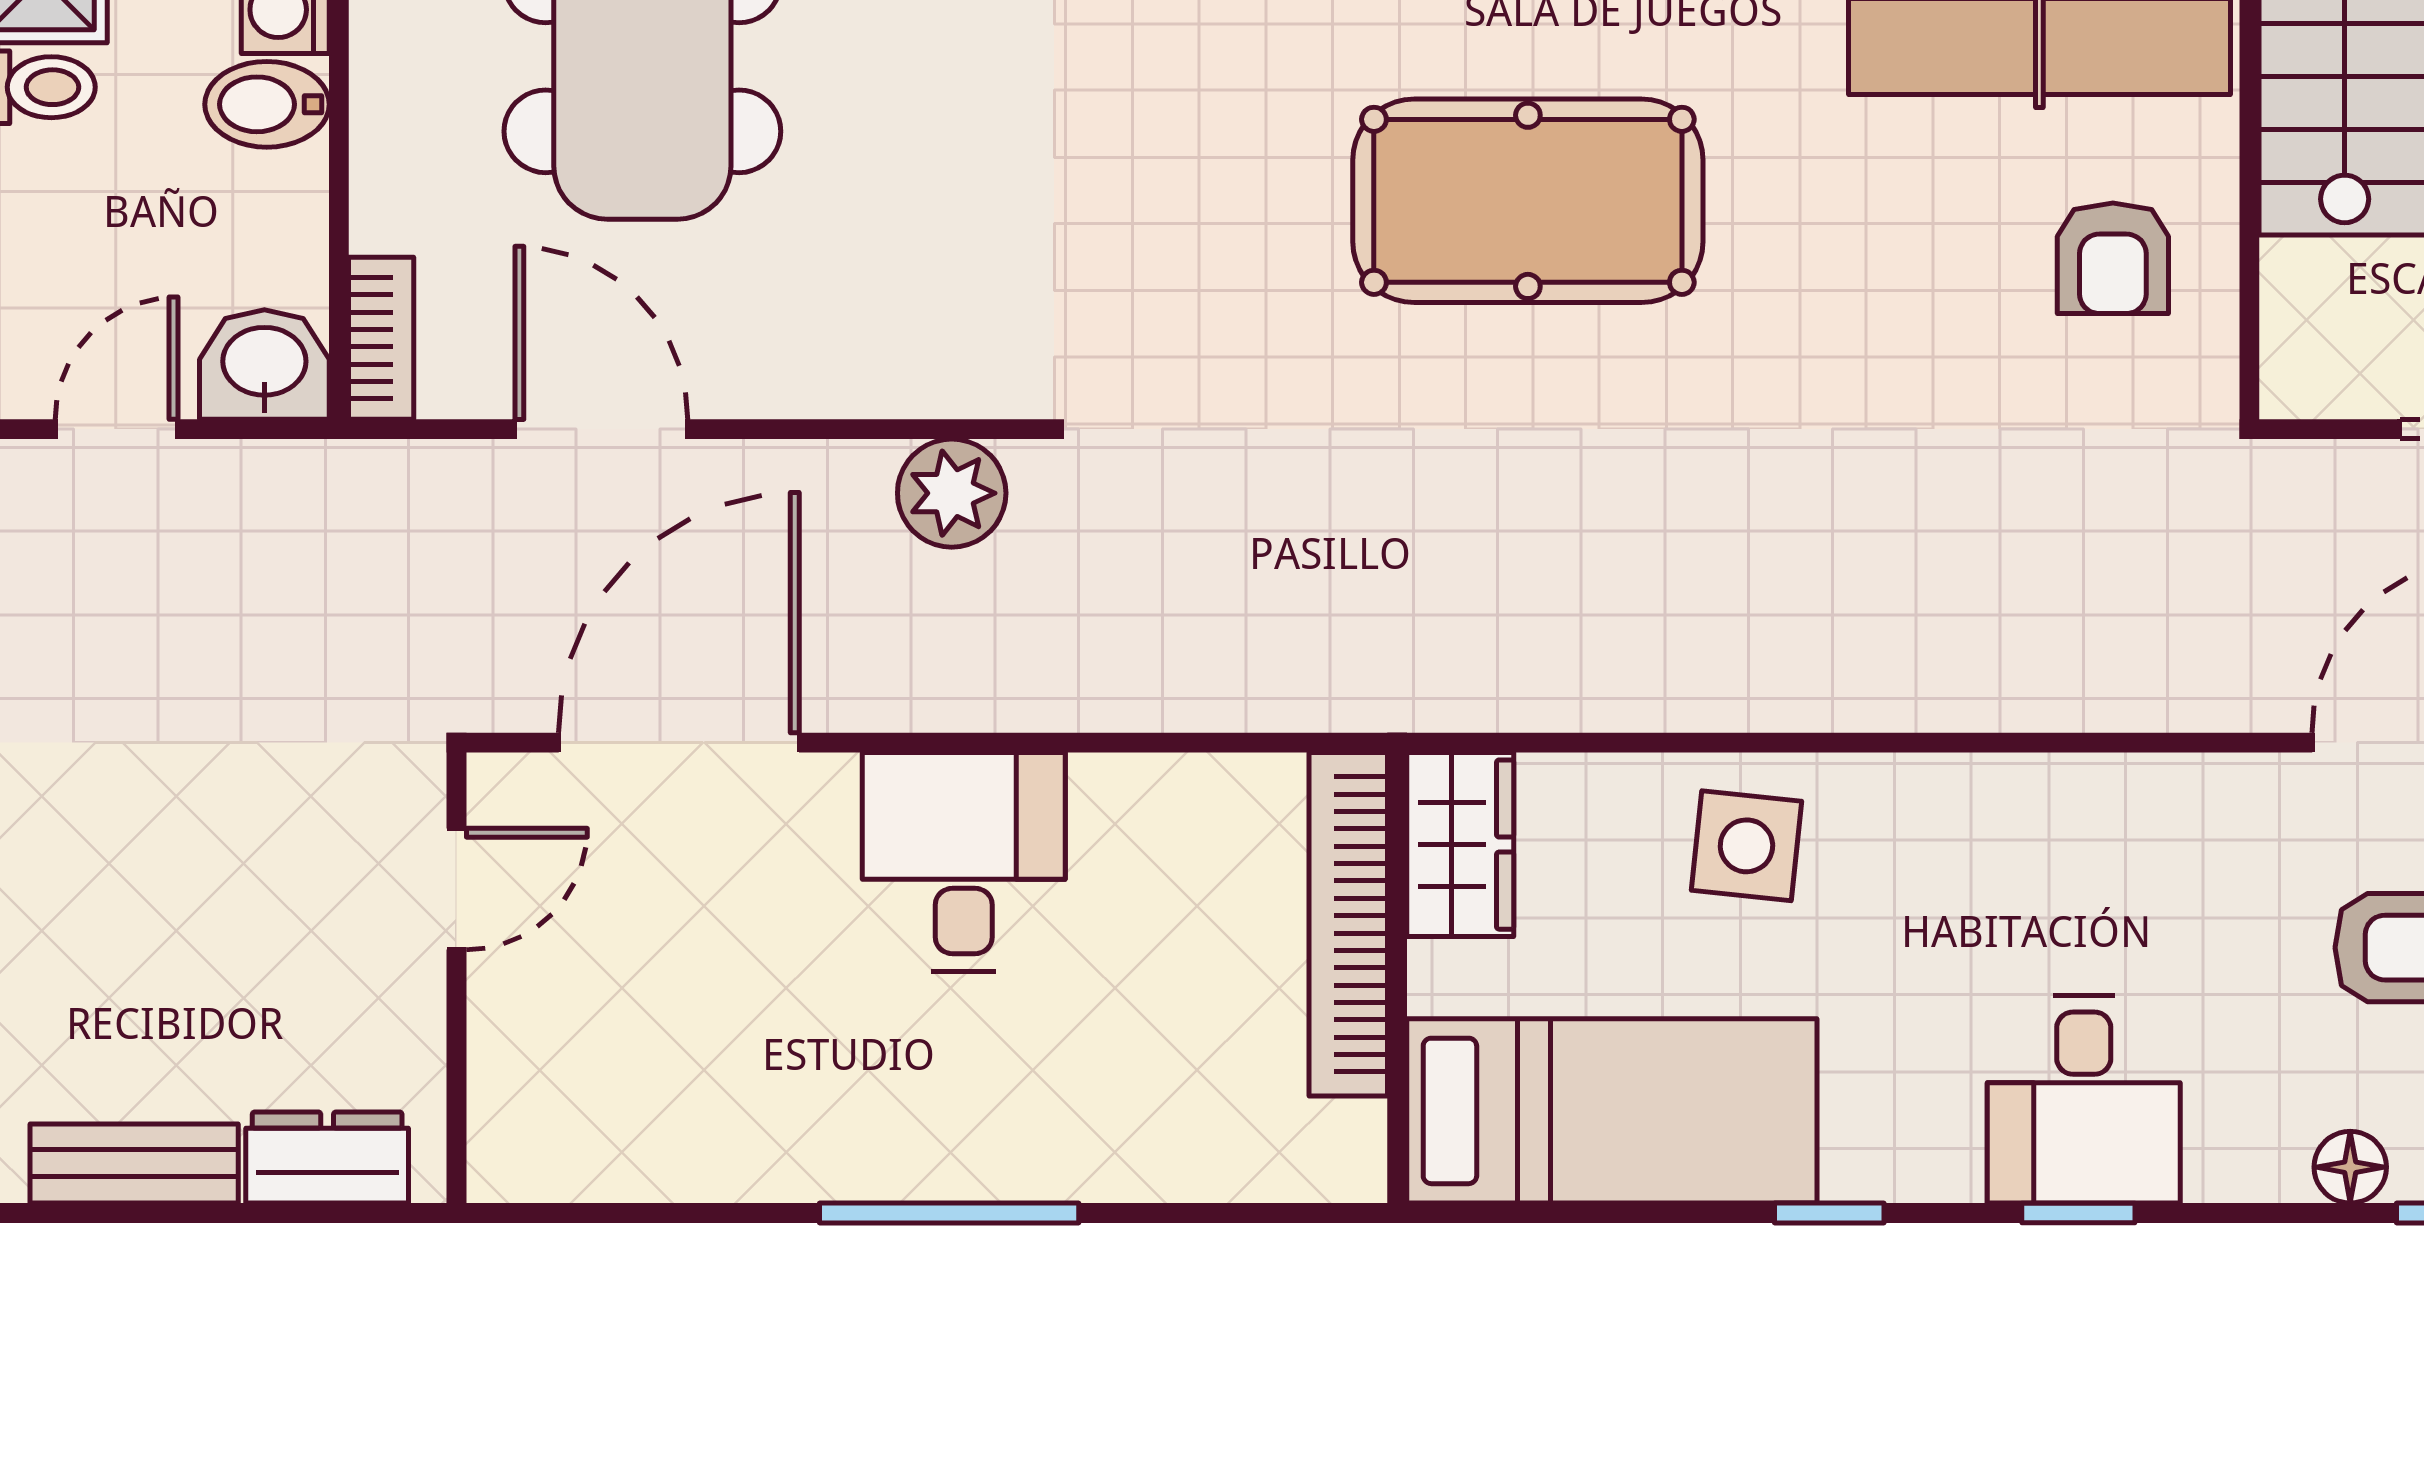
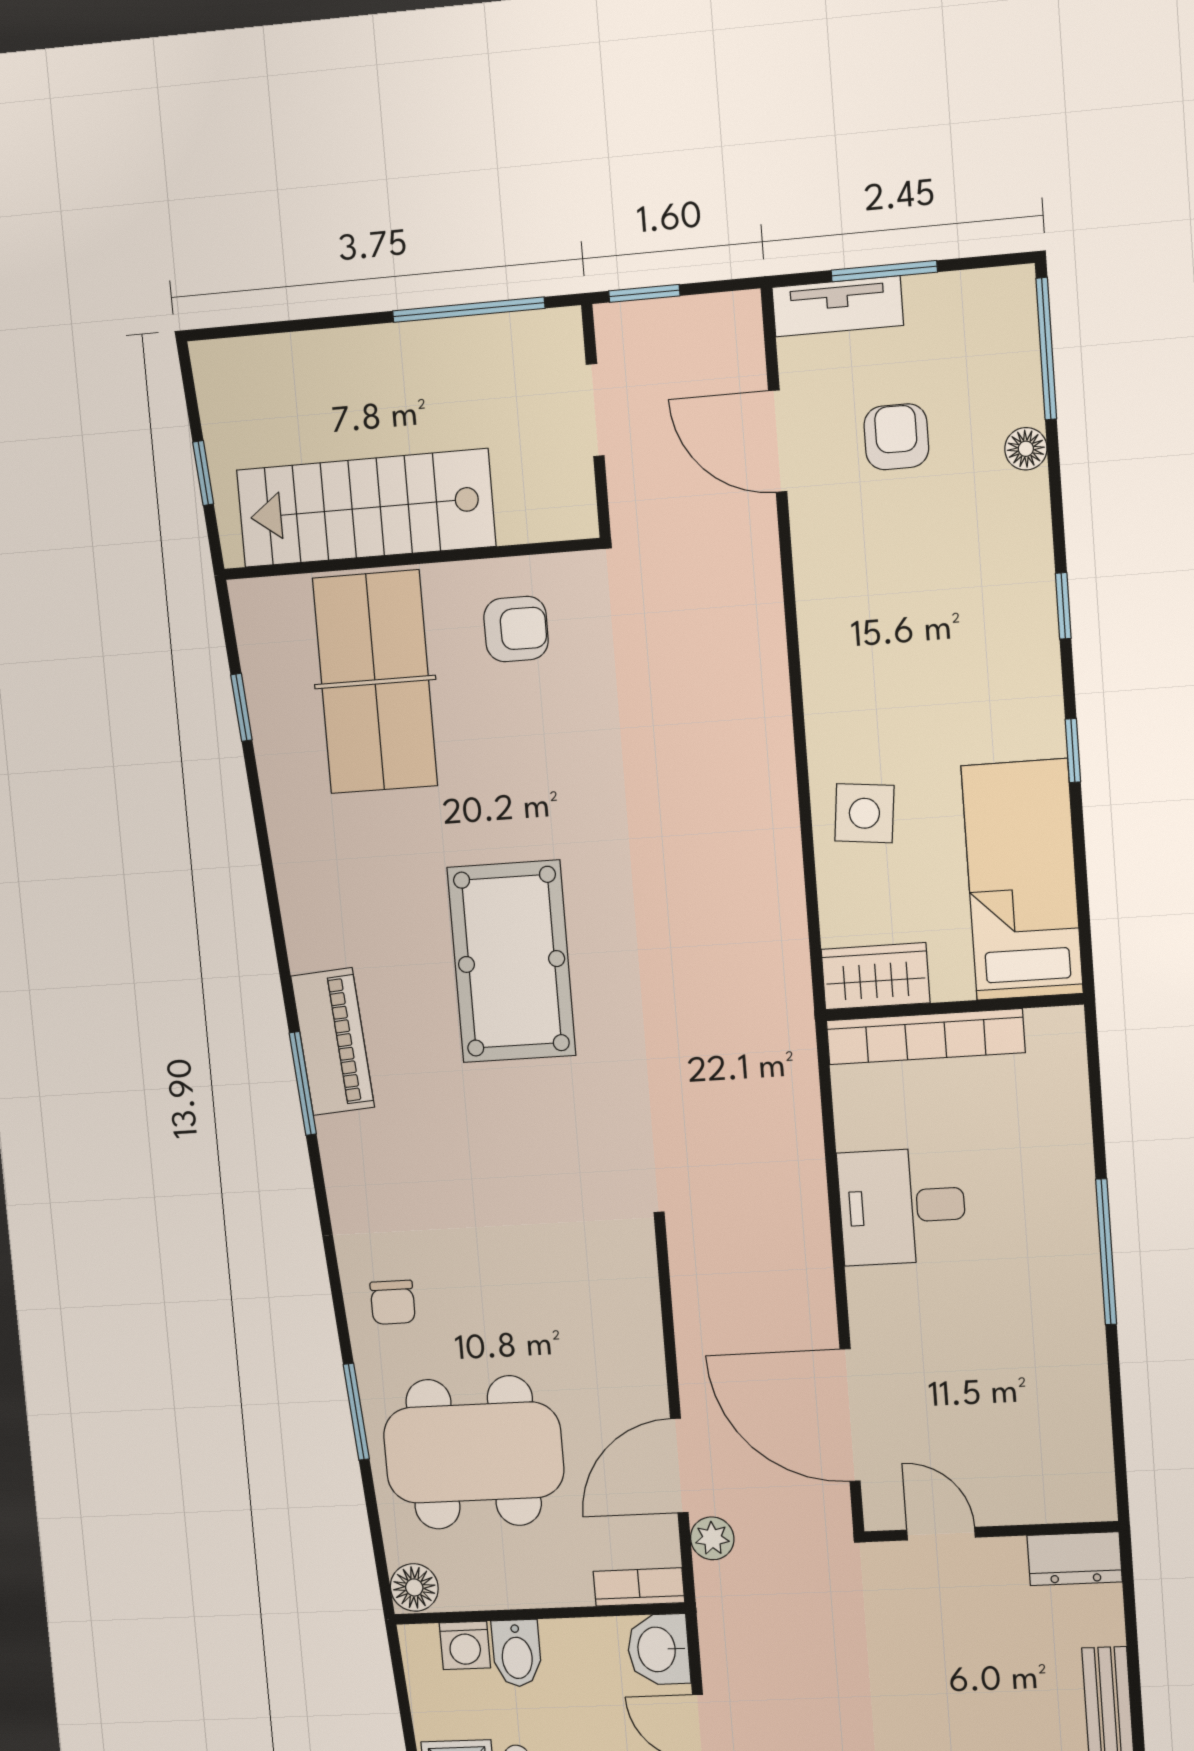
plant: (952, 493) -> (712, 1538), moved, width x0.73, depth x0.73
desk: (964, 862) -> (902, 1206), moved
desk: (2084, 1099) -> (997, 608), removed
dresser: (327, 1157) -> (1075, 1559), moved, turned -90

